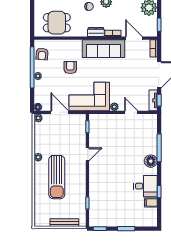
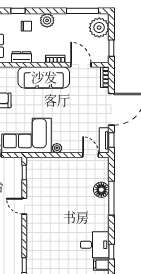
dresser: (96, 32) -> (22, 57), moved
door: (131, 112) -> (91, 155), moved
door: (87, 154) -> (24, 206), swing flipped
floor lamp: (151, 161) -> (101, 190), moved

